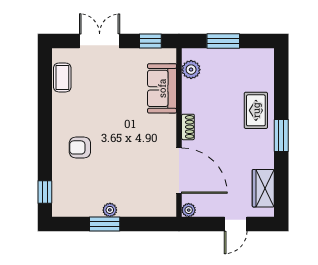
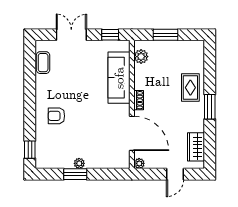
sofa: (162, 88) -> (119, 78), width x1.36

